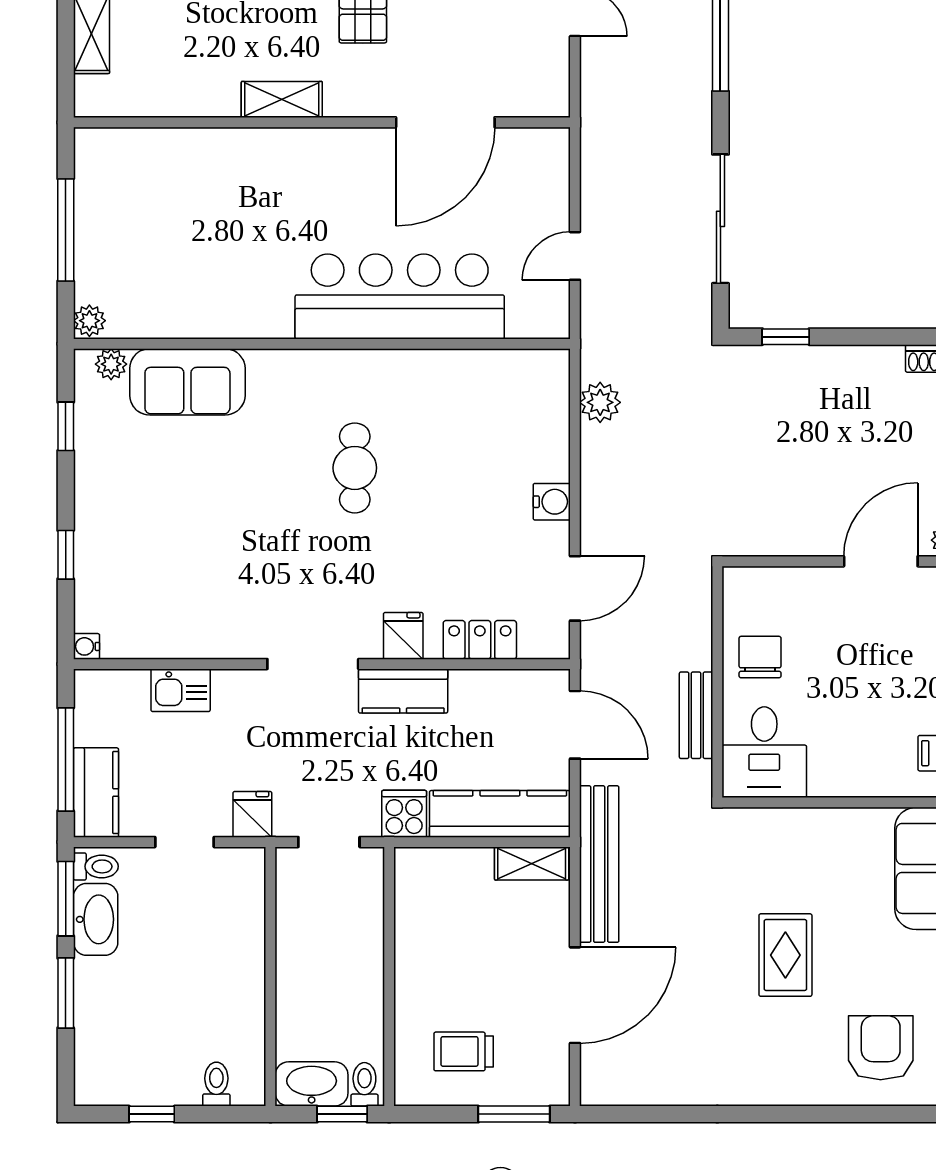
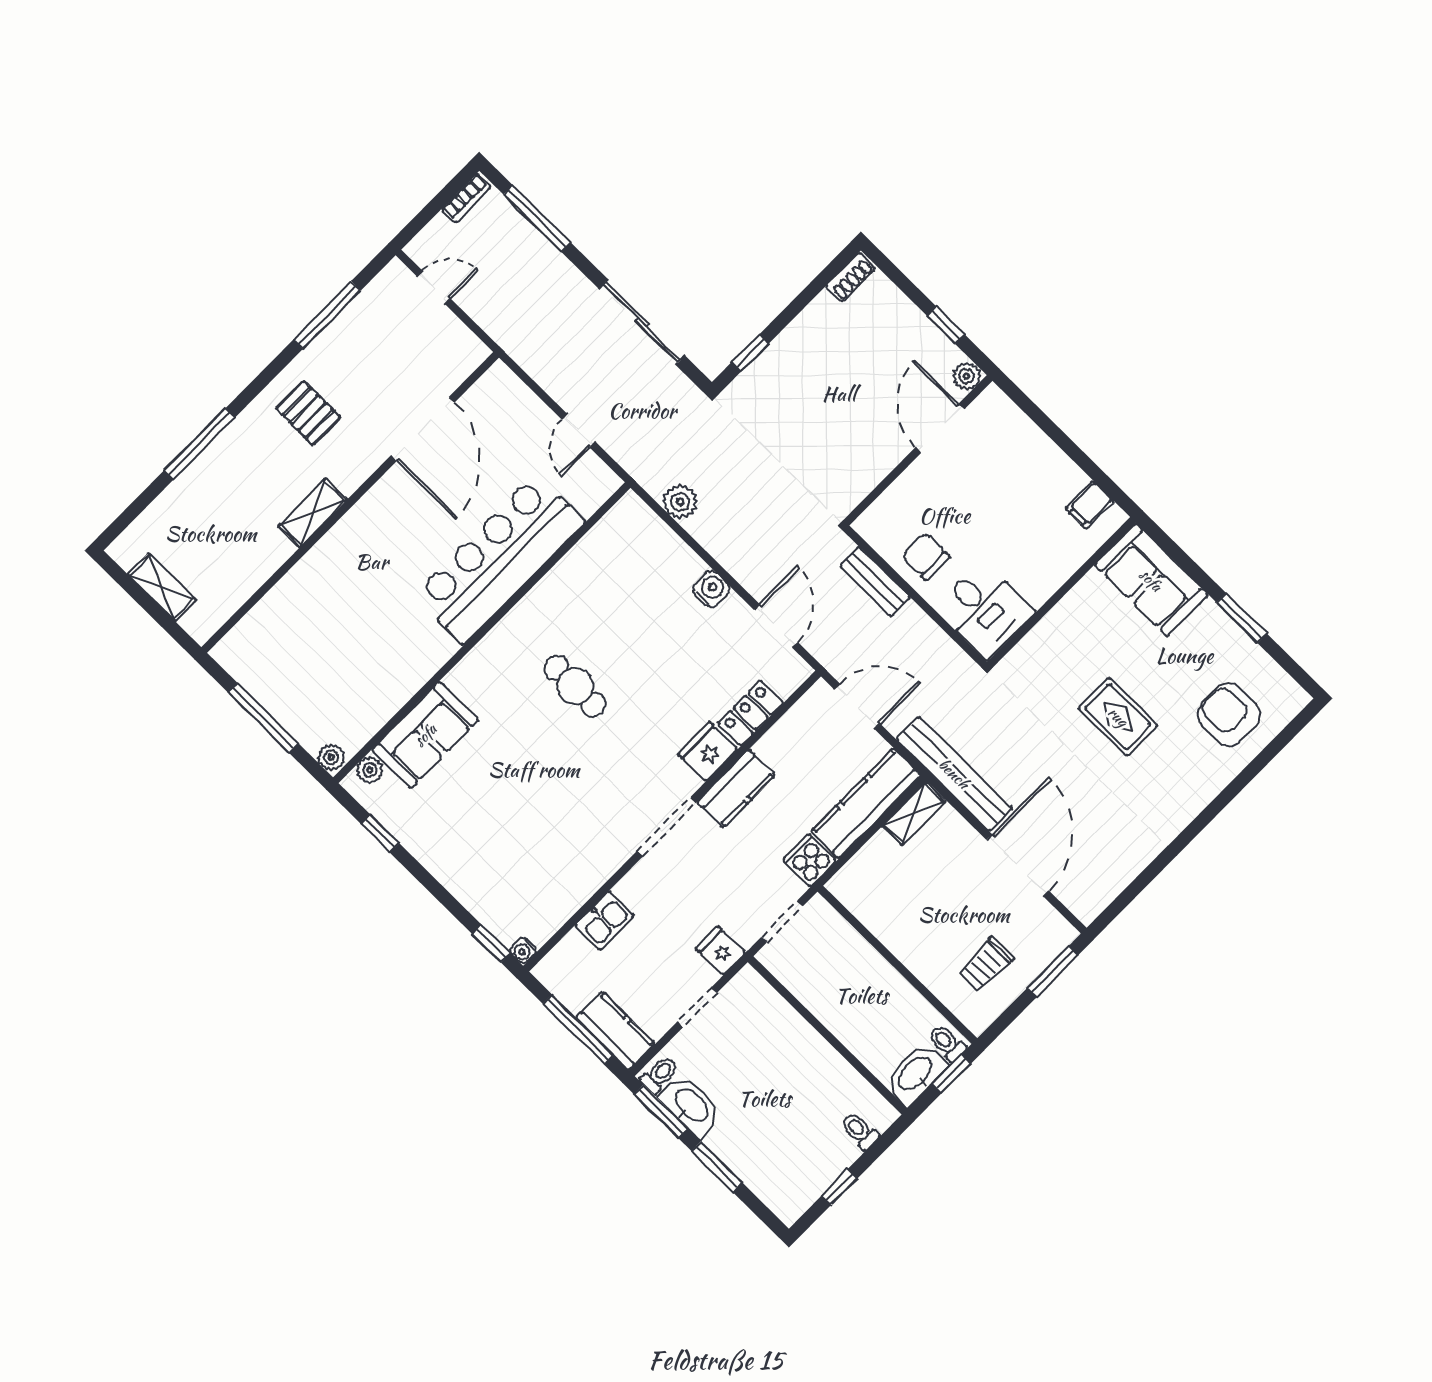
window: (66, 555) -> (491, 943), moved
fridge: (403, 636) -> (708, 752), width x1.38
bench: (696, 715) -> (875, 582), moved

